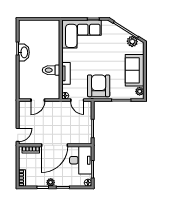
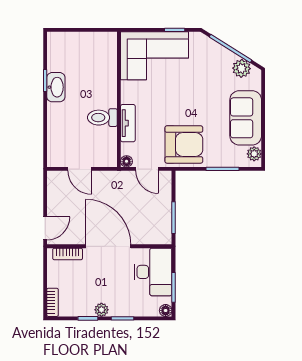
armchair: (99, 86) -> (184, 144), turned 90
door: (38, 100) -> (80, 169), hinge flipped
door: (55, 145) -> (108, 246), swing flipped

